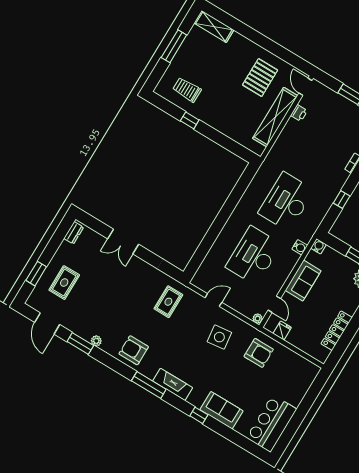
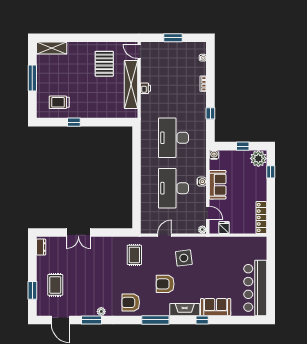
printer: (299, 113) -> (146, 88), moved
water cooler: (300, 247) -> (202, 182), moved
locker: (337, 331) -> (261, 218), moved
armchair: (259, 353) -> (165, 284), moved, turned 180
fireplace: (173, 384) -> (185, 310), moved
bar counter: (272, 423) -> (255, 288), width x1.36

